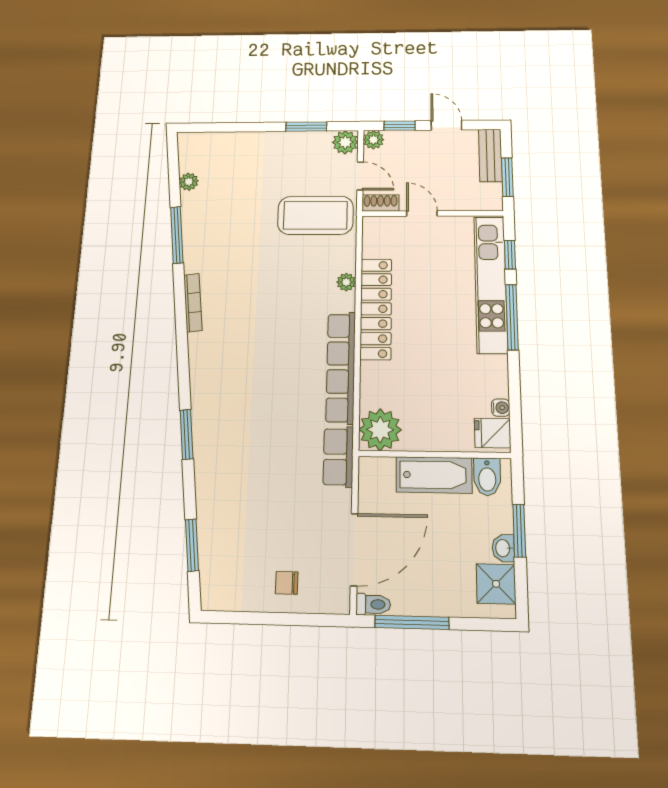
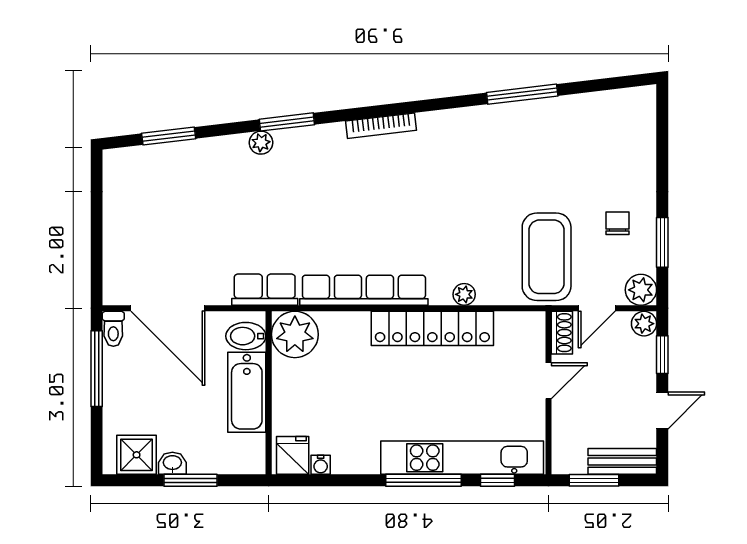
plant: (189, 182) -> (261, 143), moved
bookcase: (193, 303) -> (381, 126), moved
bidet: (487, 477) -> (246, 336), moved
chair: (287, 583) -> (617, 223), moved

